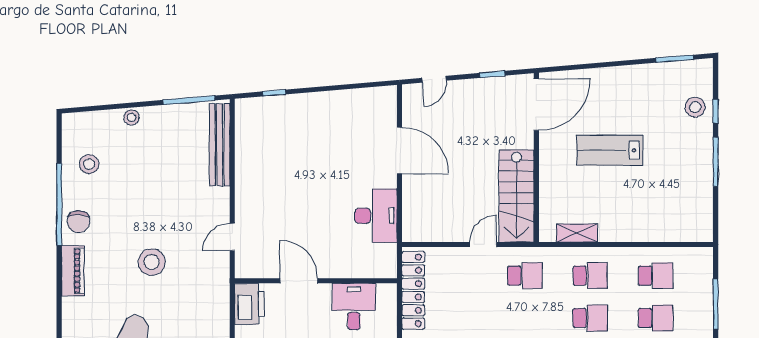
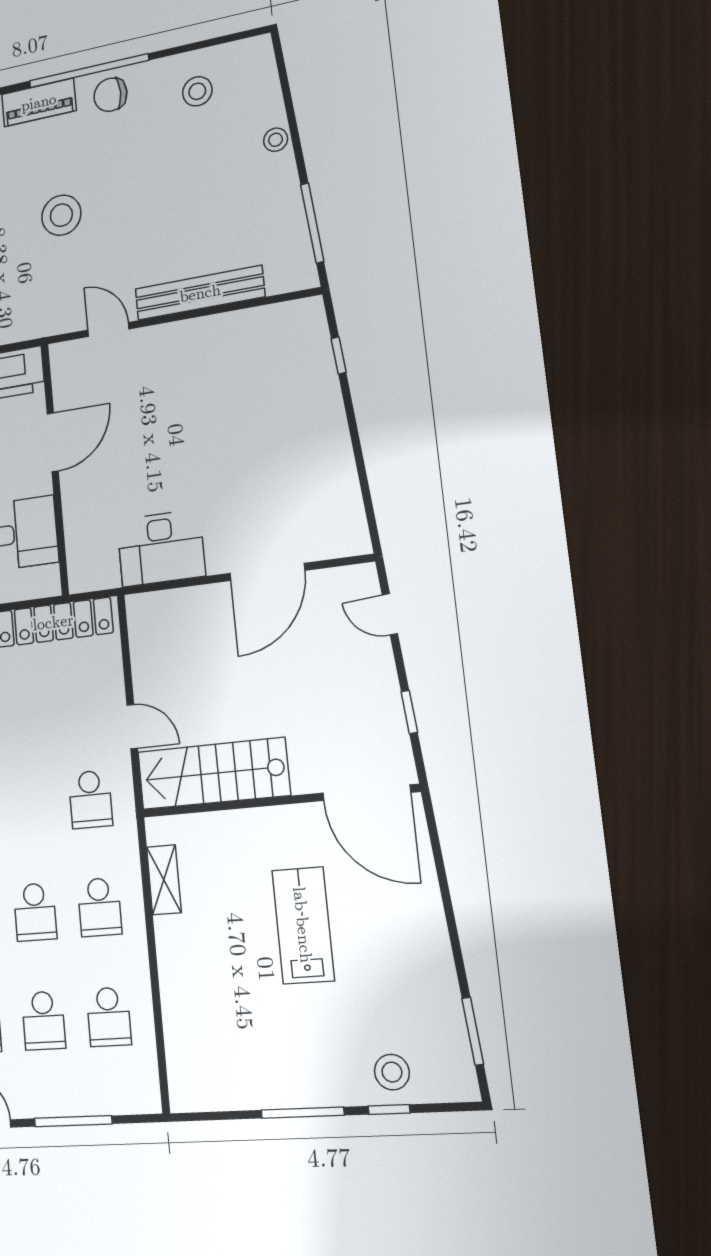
bench: (220, 145) -> (200, 293), moved
window: (59, 204) -> (89, 71), moved

